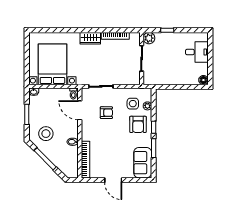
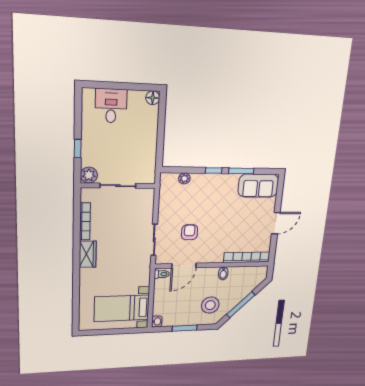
bed with nightstands: (52, 64) -> (122, 308), width x0.73
side table: (133, 104) -> (180, 198), removed
armchair: (138, 124) -> (208, 191), removed

